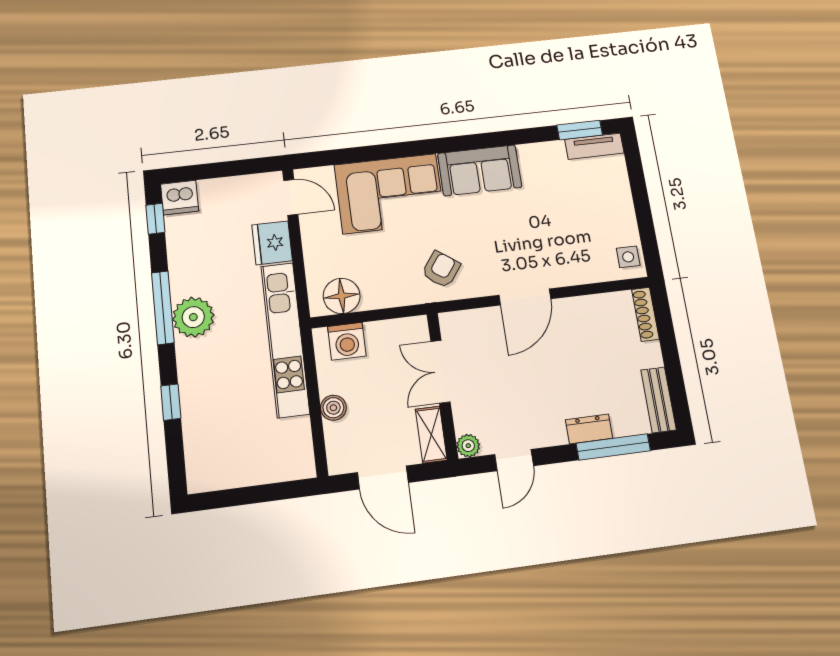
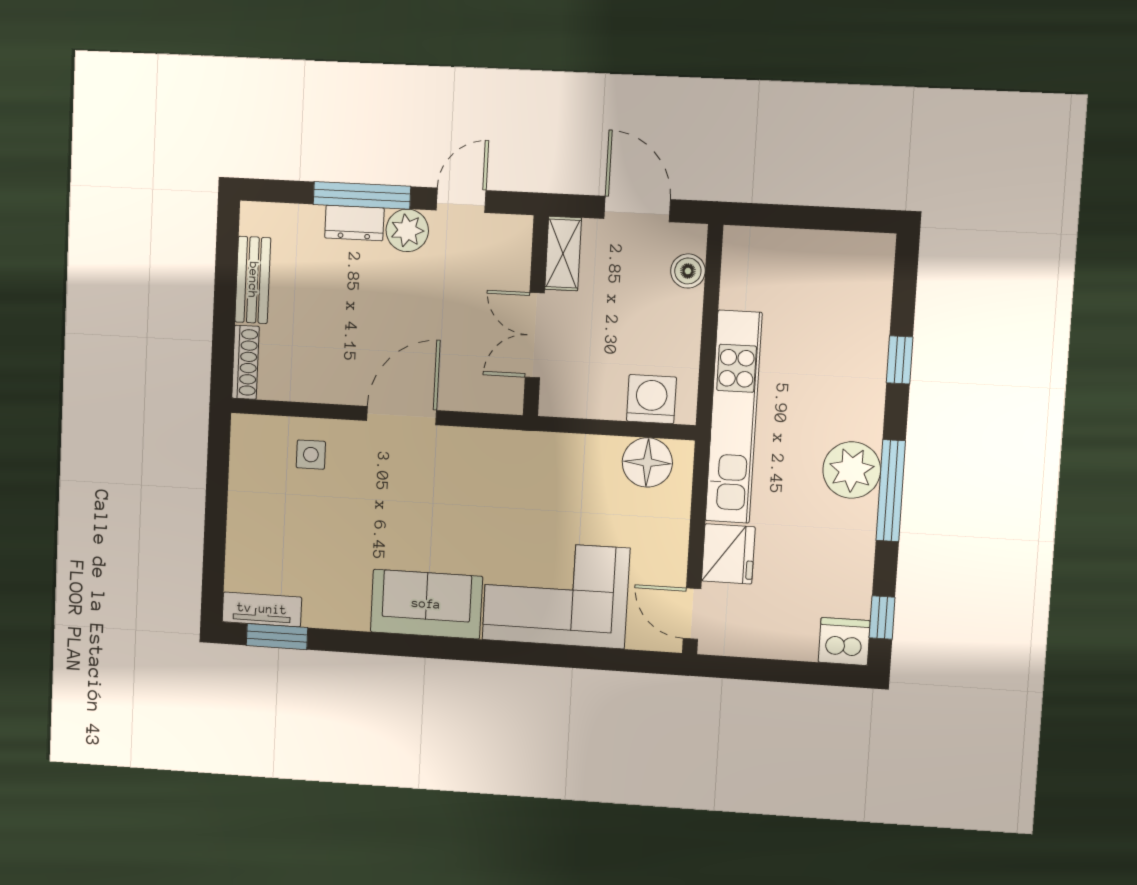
side table: (628, 257) -> (311, 455), moved
armchair: (441, 269) -> (507, 475), removed
double door: (440, 372) -> (535, 335), swing flipped
bench: (659, 400) -> (253, 280), moved
boiler: (333, 408) -> (688, 271), moved
plant: (468, 446) -> (407, 230), moved, width x1.38, depth x1.38
window: (613, 447) -> (362, 195), moved

